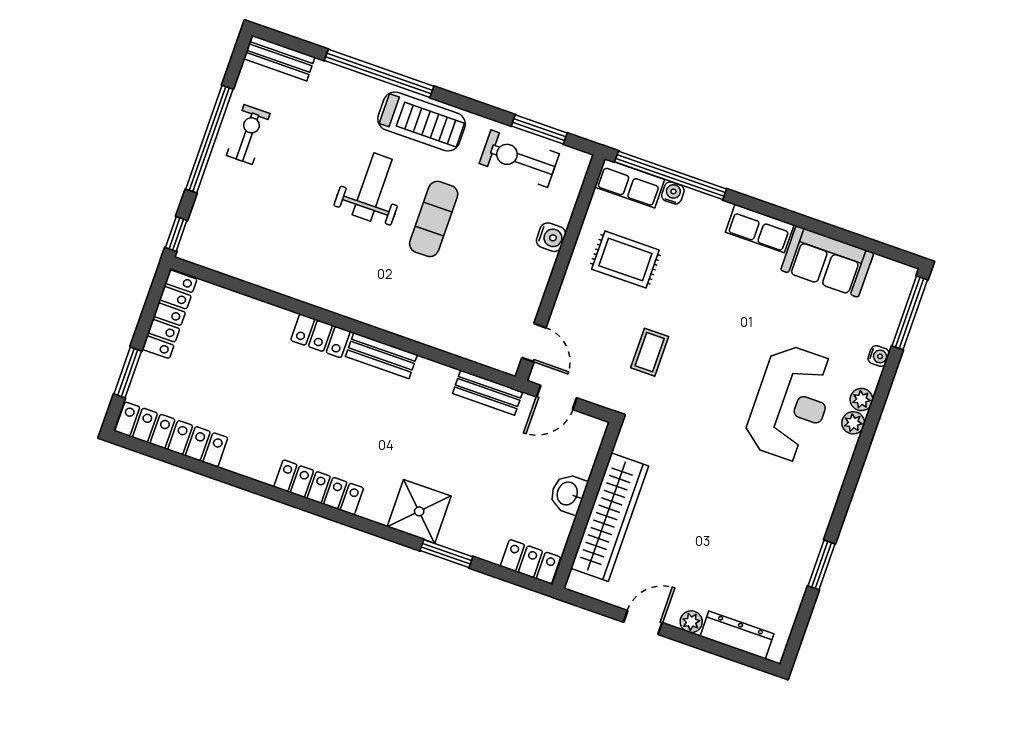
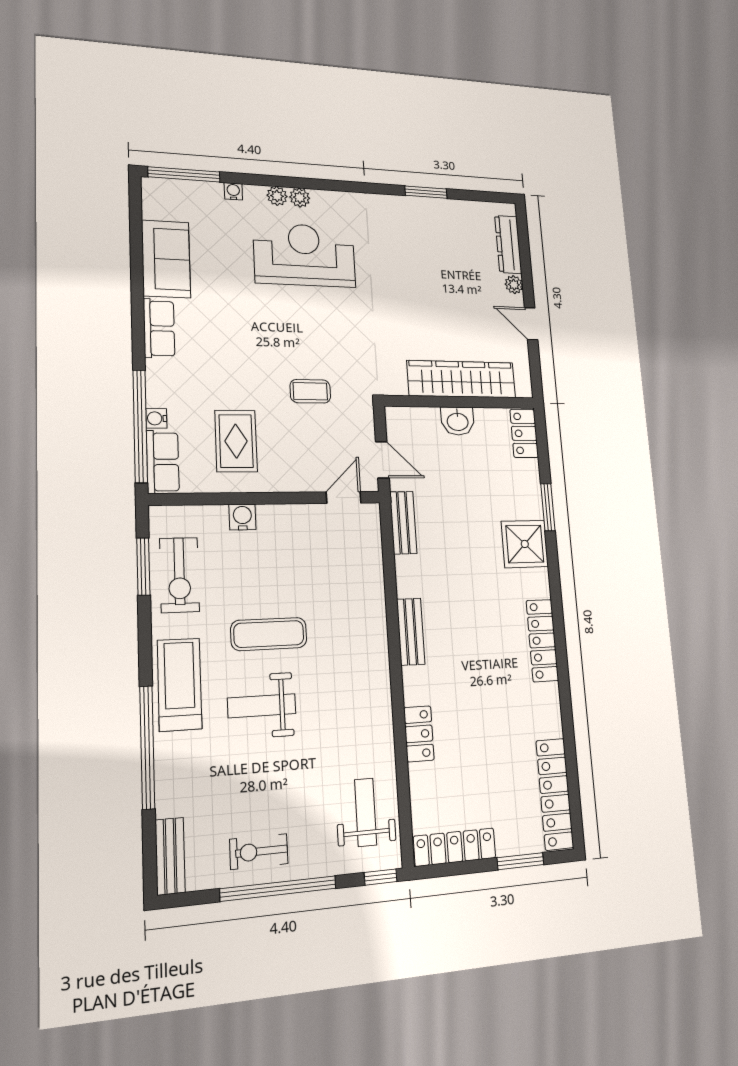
weight bench: (238, 244) -> (366, 812), added
locker: (320, 336) -> (419, 734), moved

